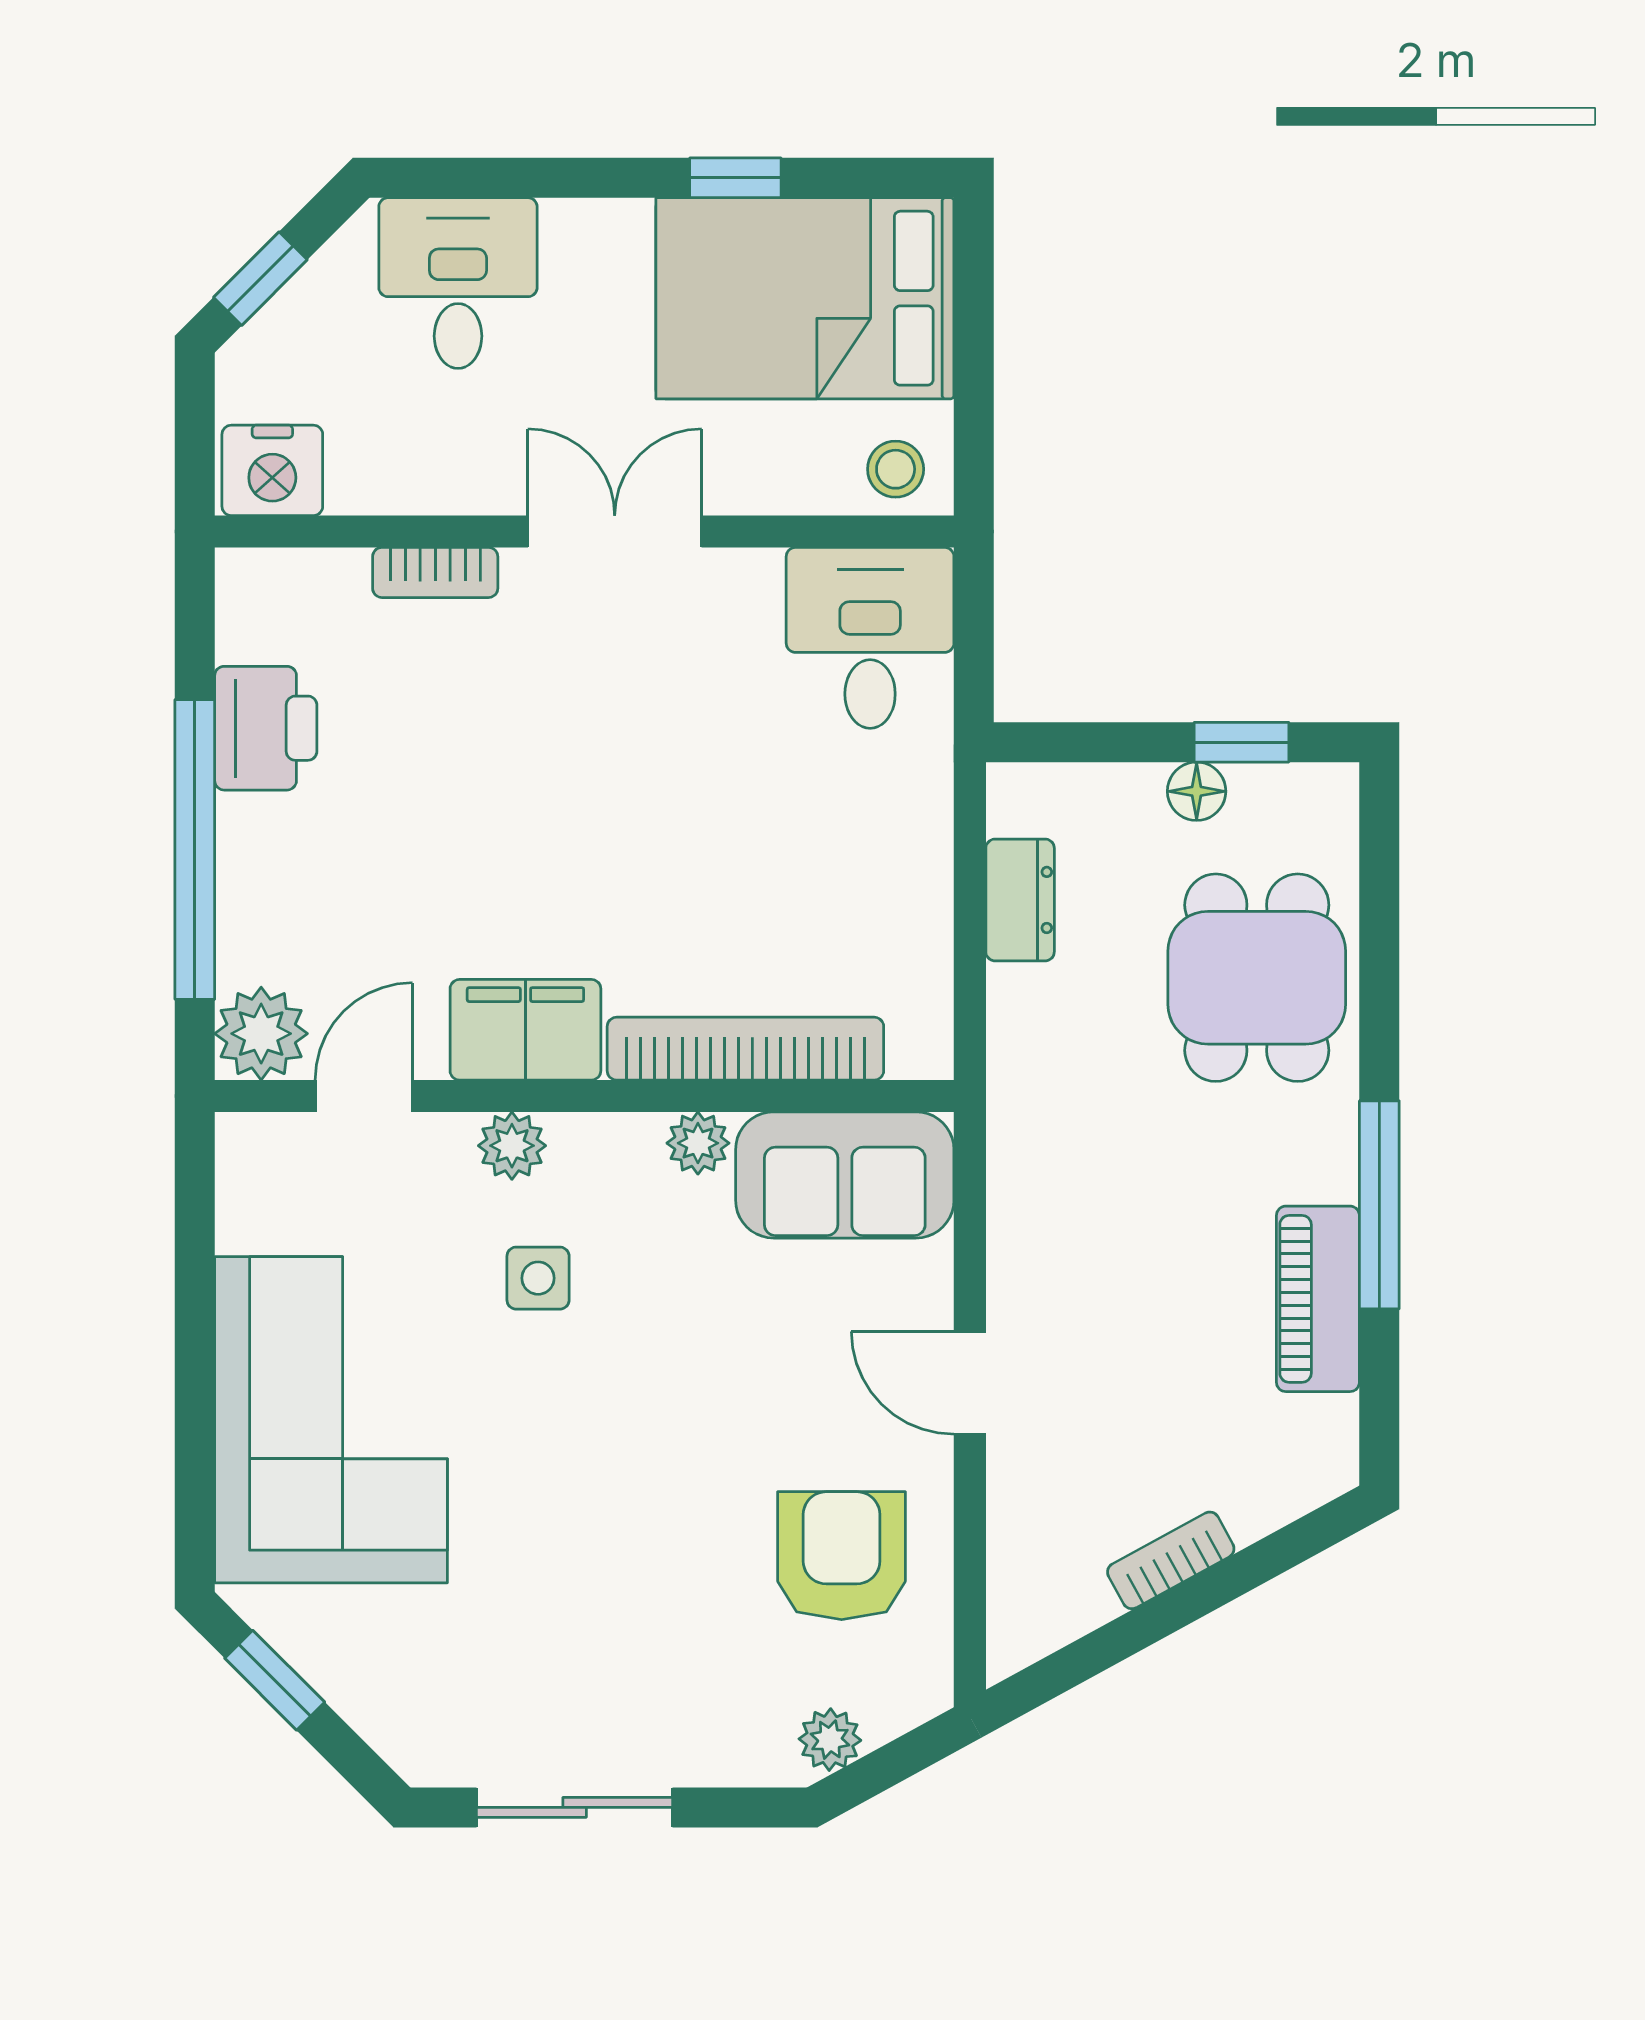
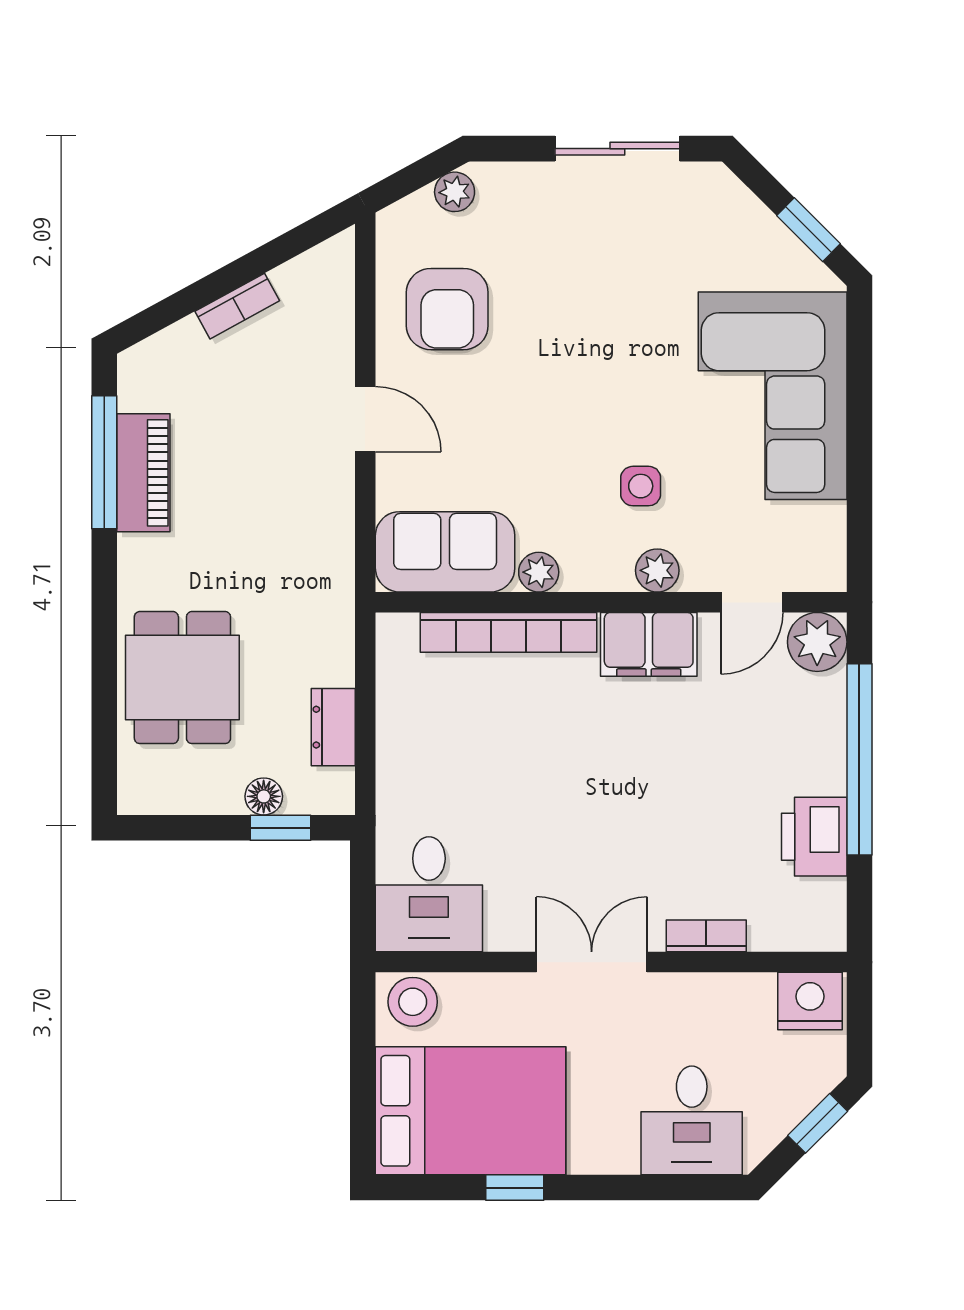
stool: (896, 469) -> (413, 1002), width x1.37, depth x1.37
double door: (615, 532) -> (592, 962), swing flipped
window: (1242, 742) -> (281, 828), moved
floor lamp: (1197, 791) -> (264, 796), moved
window: (1379, 1205) -> (104, 462), moved

